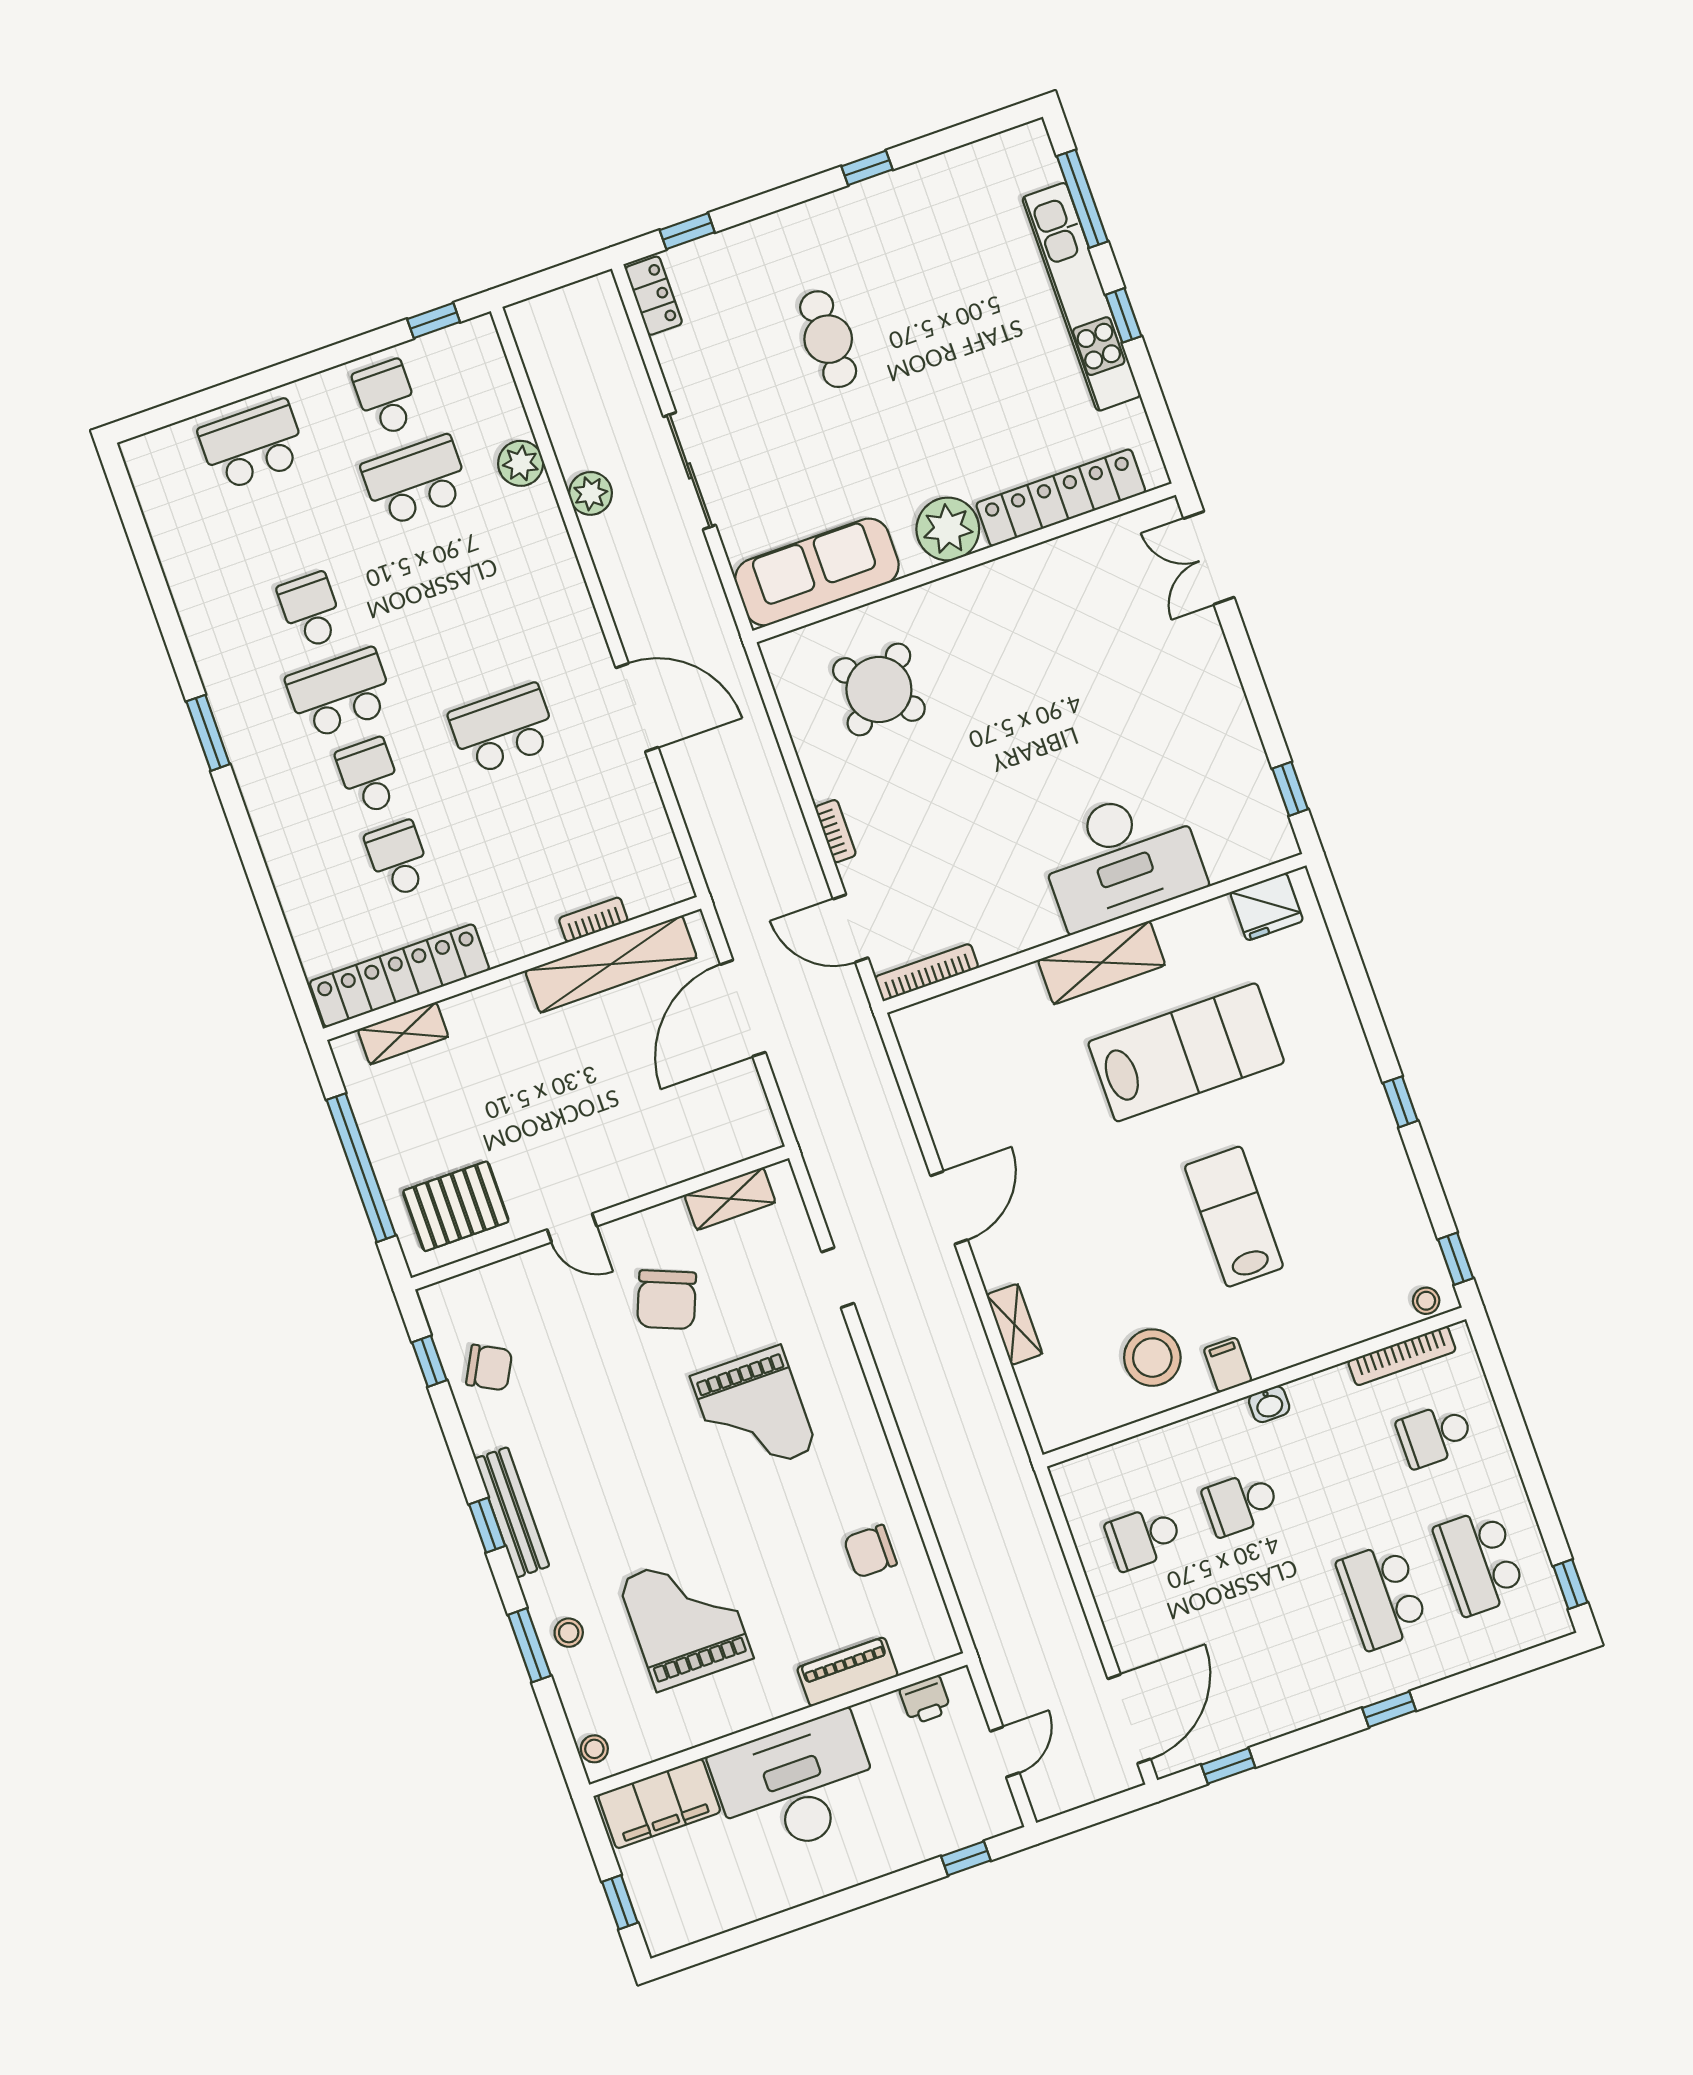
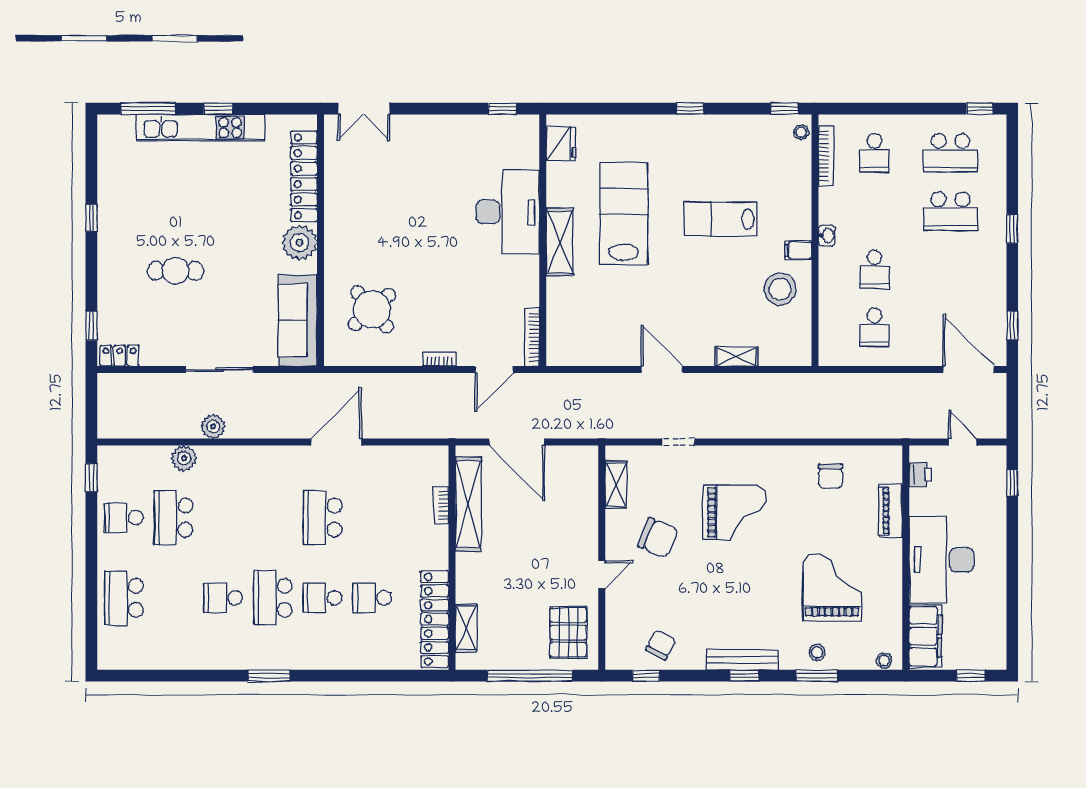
grand piano: (686, 1619) -> (832, 587), turned 90

